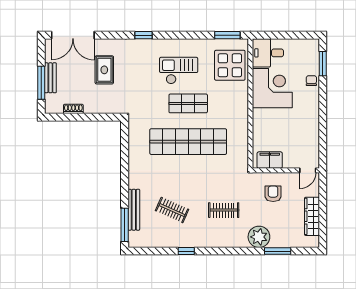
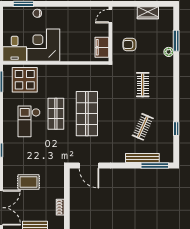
shop shelf: (188, 142) -> (87, 114), width x0.71
door: (125, 144) -> (89, 165), added
door: (308, 170) -> (110, 16), swing flipped
wardrobe: (312, 216) -> (148, 13), width x0.67
plant: (259, 237) -> (169, 52), width x0.53, depth x0.53
window: (186, 251) -> (176, 129), moved

